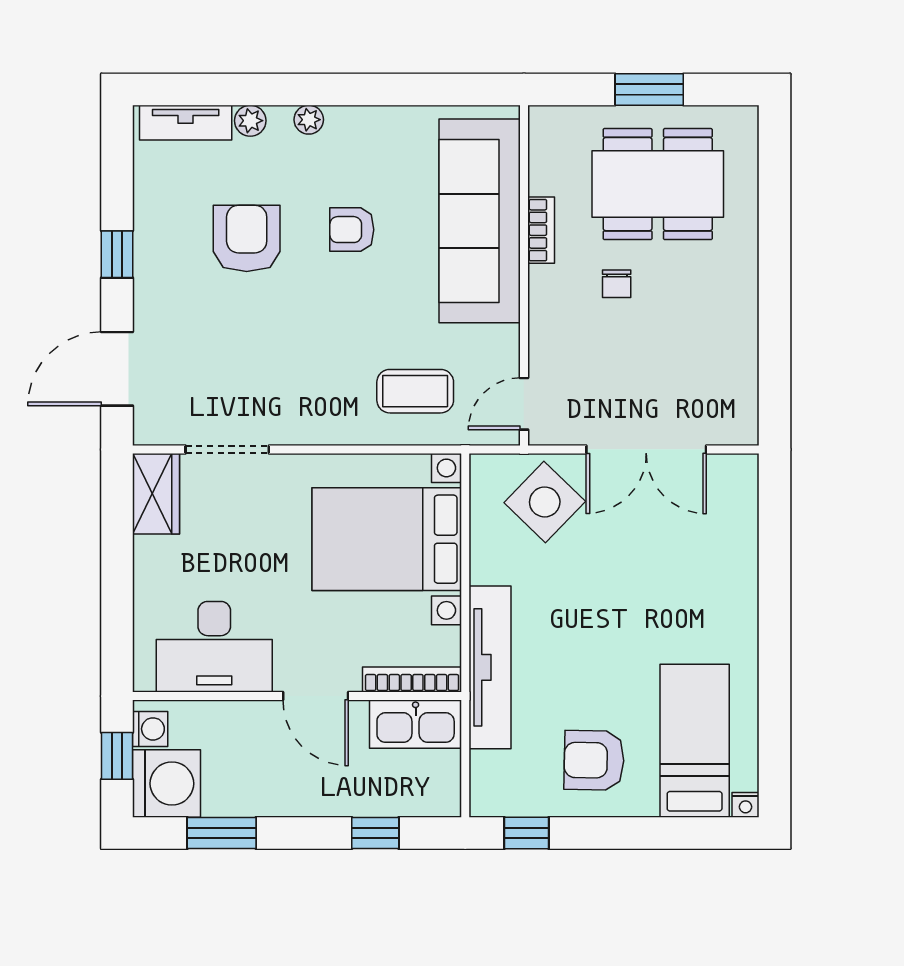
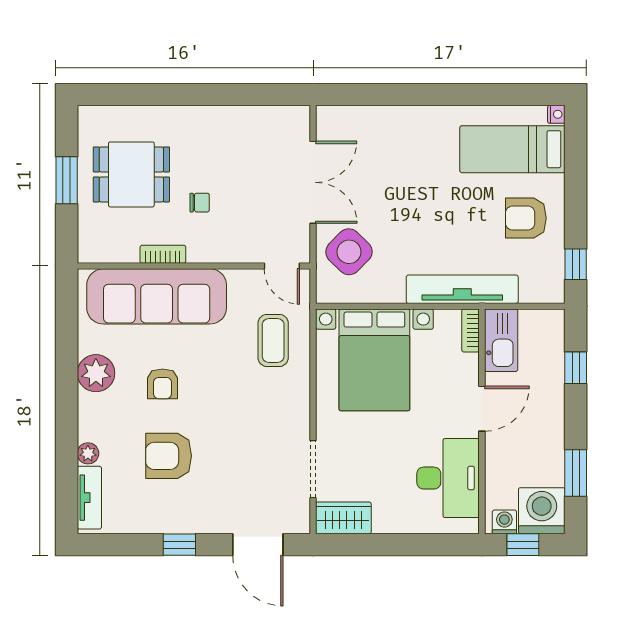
plant: (309, 120) -> (96, 373), moved, width x1.88, depth x1.88
dining table: (658, 184) -> (131, 174), width x0.73
bookcase: (412, 680) -> (471, 330), width x0.64
armchair: (594, 760) -> (526, 218), turned 89

